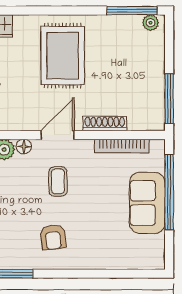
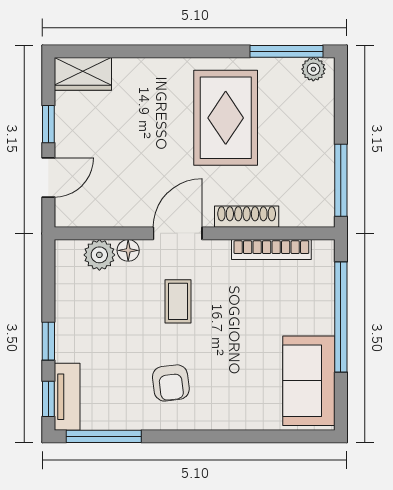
rug: (63, 56) -> (226, 118), moved
sofa: (147, 203) -> (309, 381), moved

